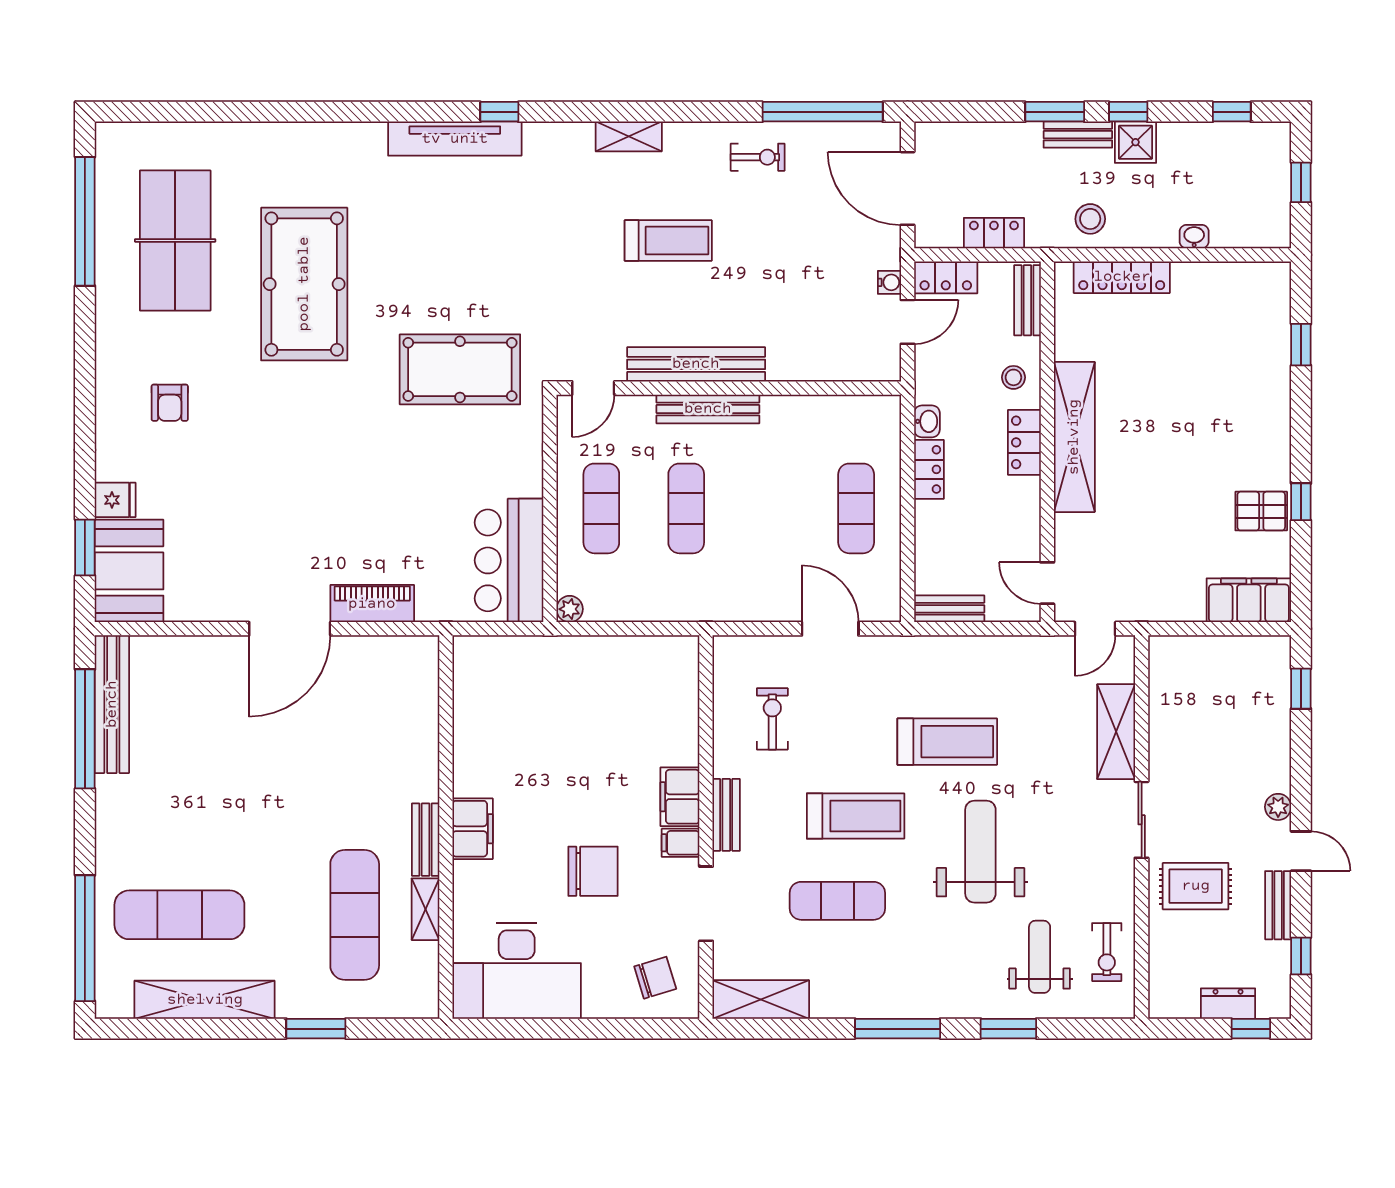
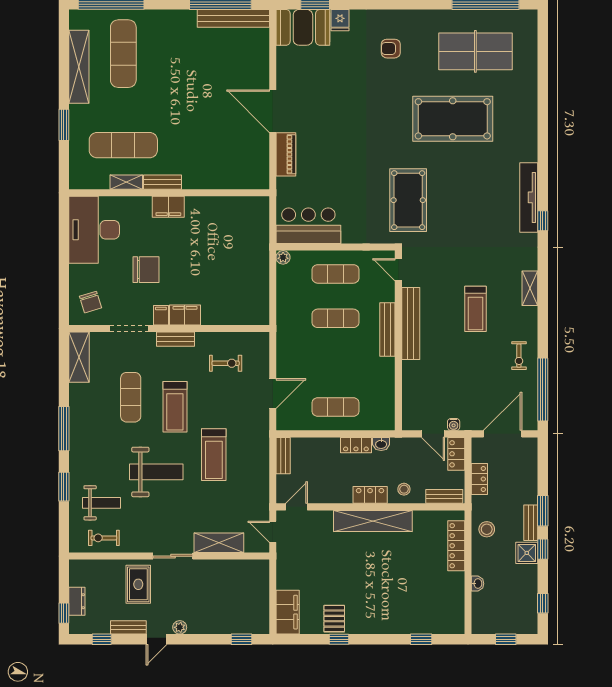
chair: (593, 871) -> (146, 270), turned -90

